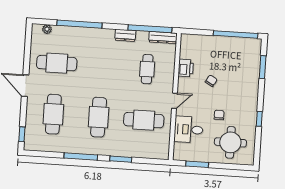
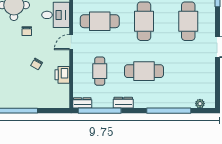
dresser: (163, 38) -> (82, 103), width x0.70
cafe table: (57, 63) -> (144, 71), moved

